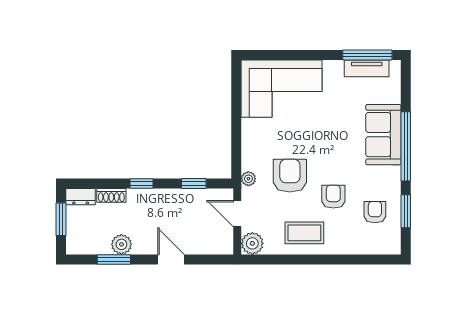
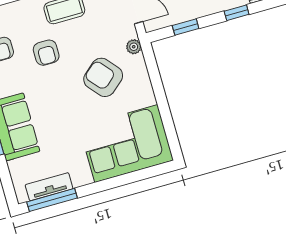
armchair: (290, 176) -> (103, 77), moved, turned 139

